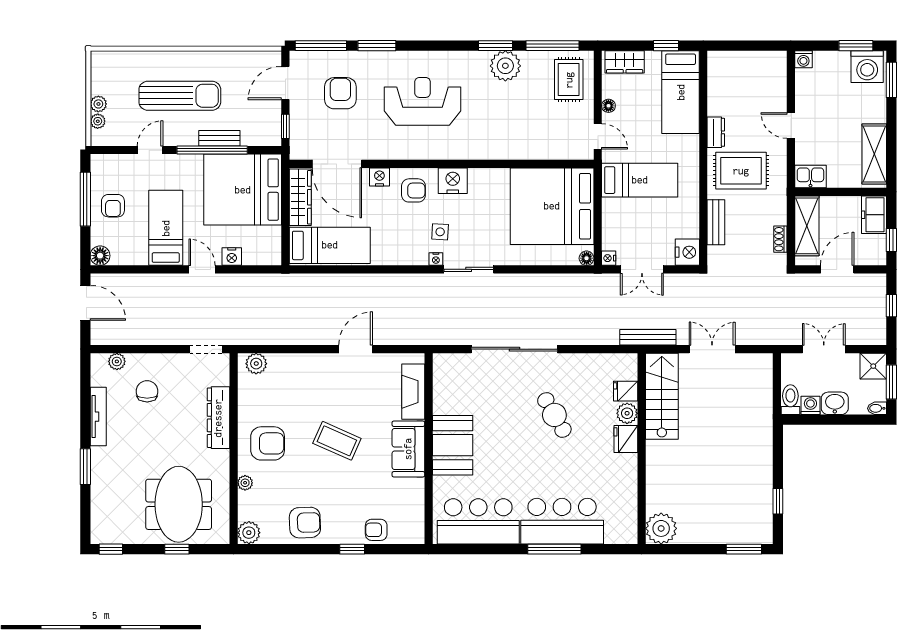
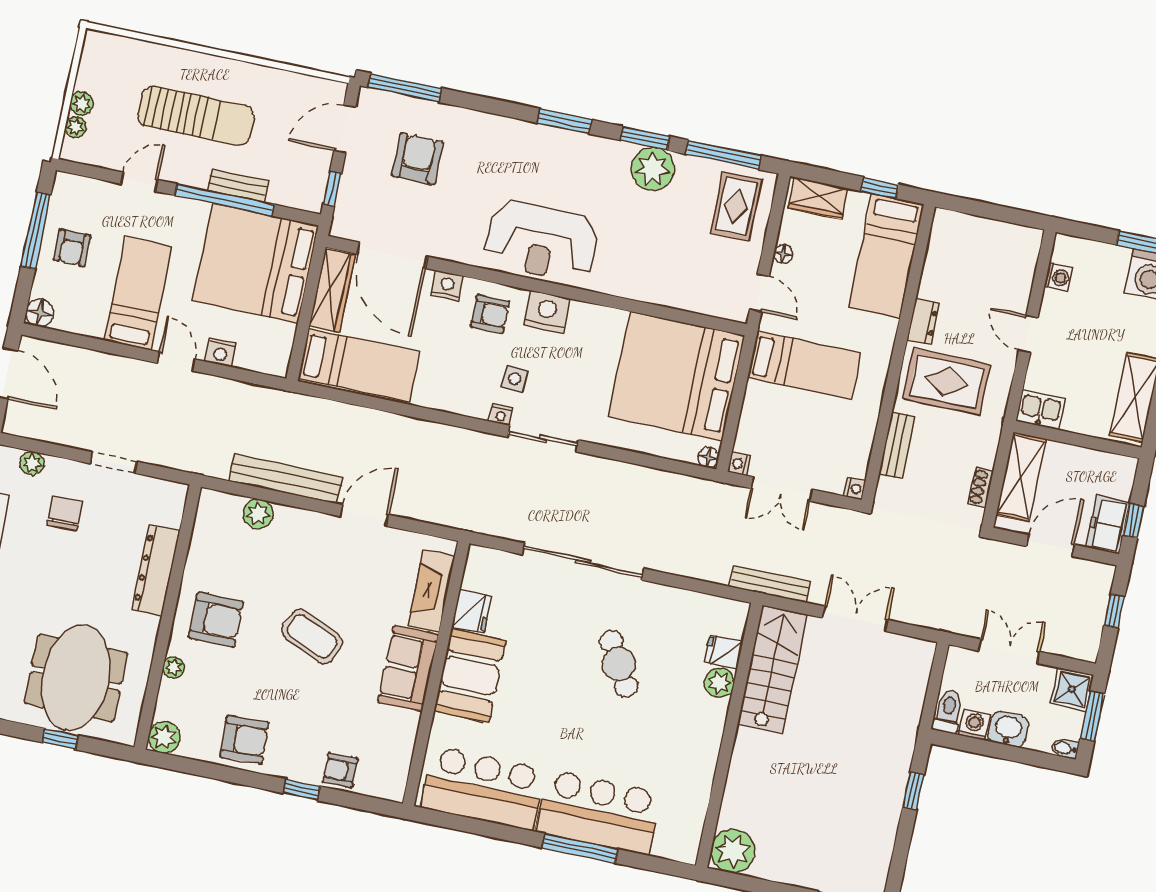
window: (377, 46) -> (564, 121), moved
washing machine: (803, 59) -> (1058, 277), moved, turned -90
reception desk: (423, 101) -> (542, 241), moved, turned 180
freezer: (874, 215) -> (1108, 525), moved
nightstand: (687, 252) -> (855, 488), width x0.53, depth x0.56
bench: (295, 335) -> (286, 479), added
doorway: (206, 349) -> (113, 463), moved
plant: (256, 364) -> (258, 514), moved
fridge: (626, 439) -> (472, 611), moved, turned 180
window: (778, 501) -> (913, 791), moved

